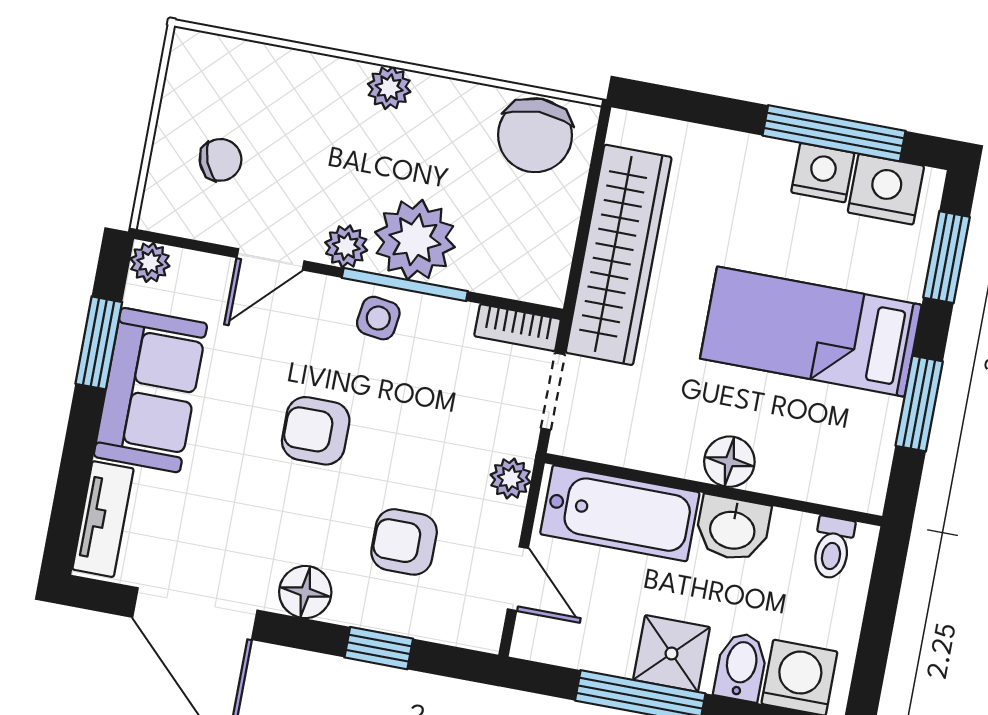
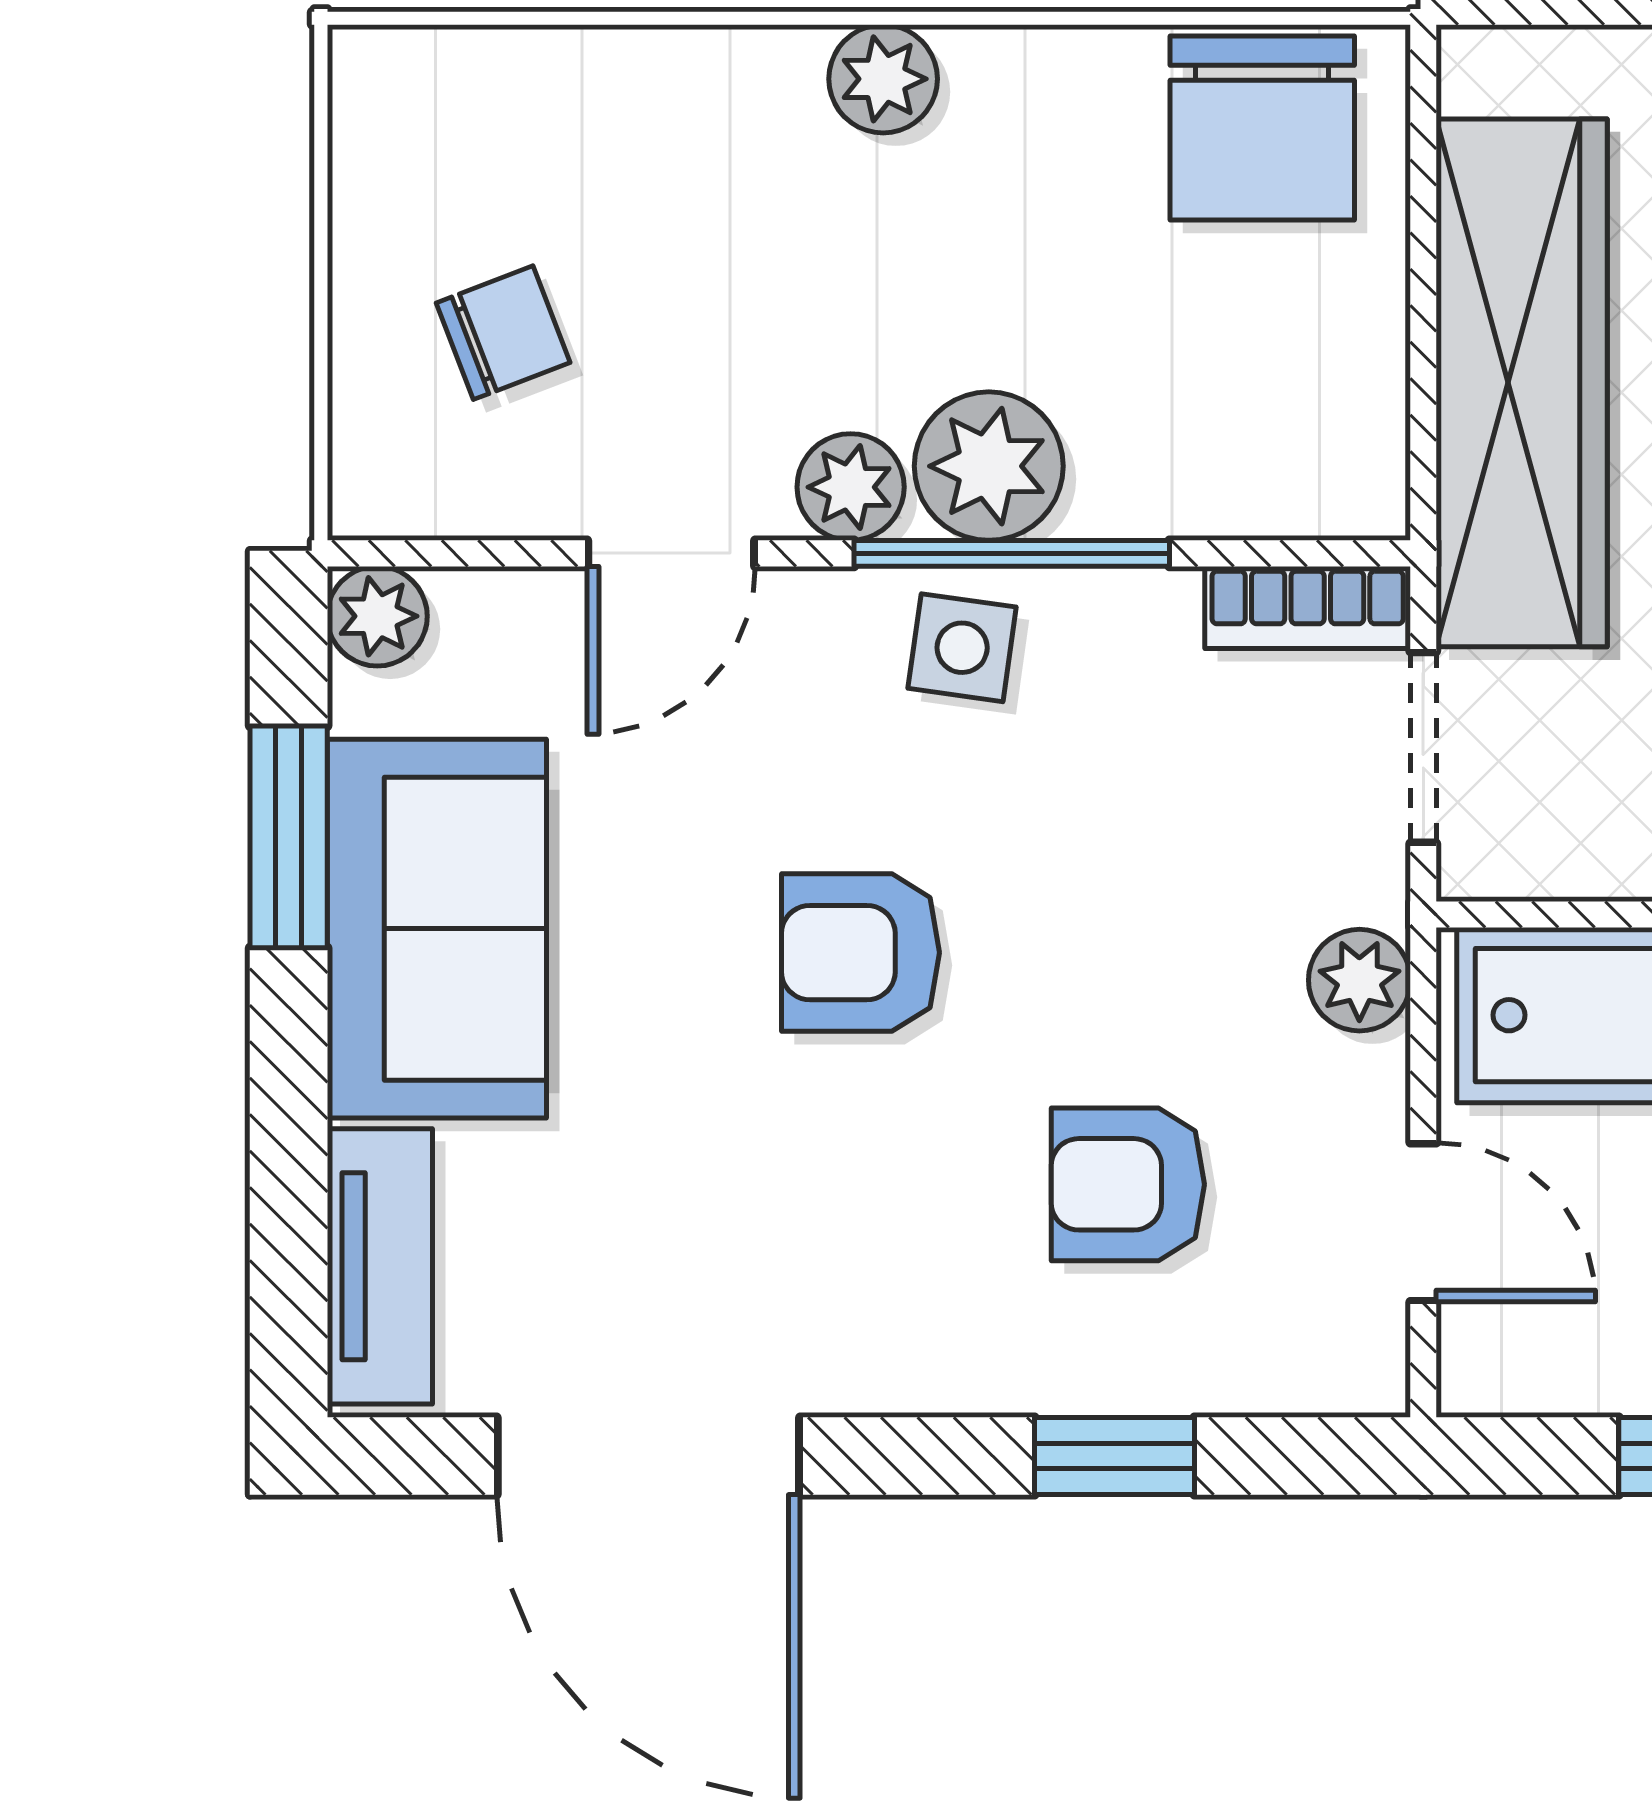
plant: (415, 240) -> (989, 466), width x0.73, depth x0.73
floor lamp: (305, 592) -> (909, 1352), removed

